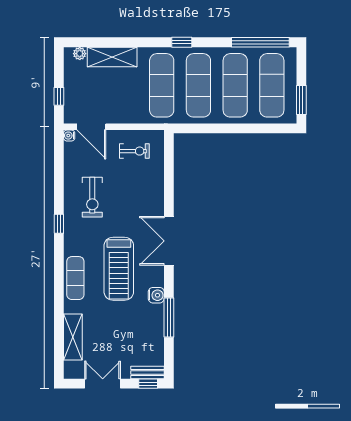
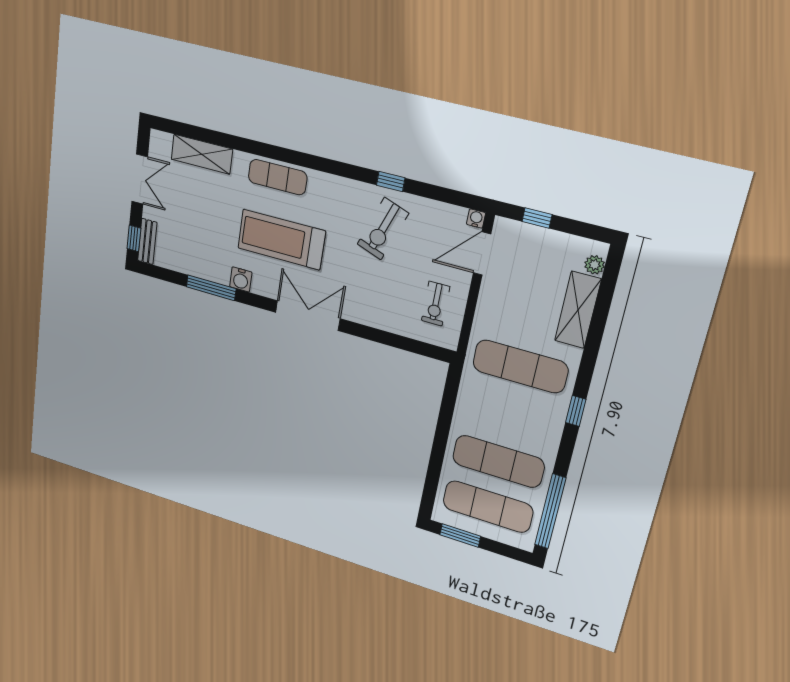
exercise mat: (198, 85) -> (509, 415), removed
exercise bike: (92, 197) -> (383, 229), turned -70
window: (59, 224) -> (391, 181), moved

